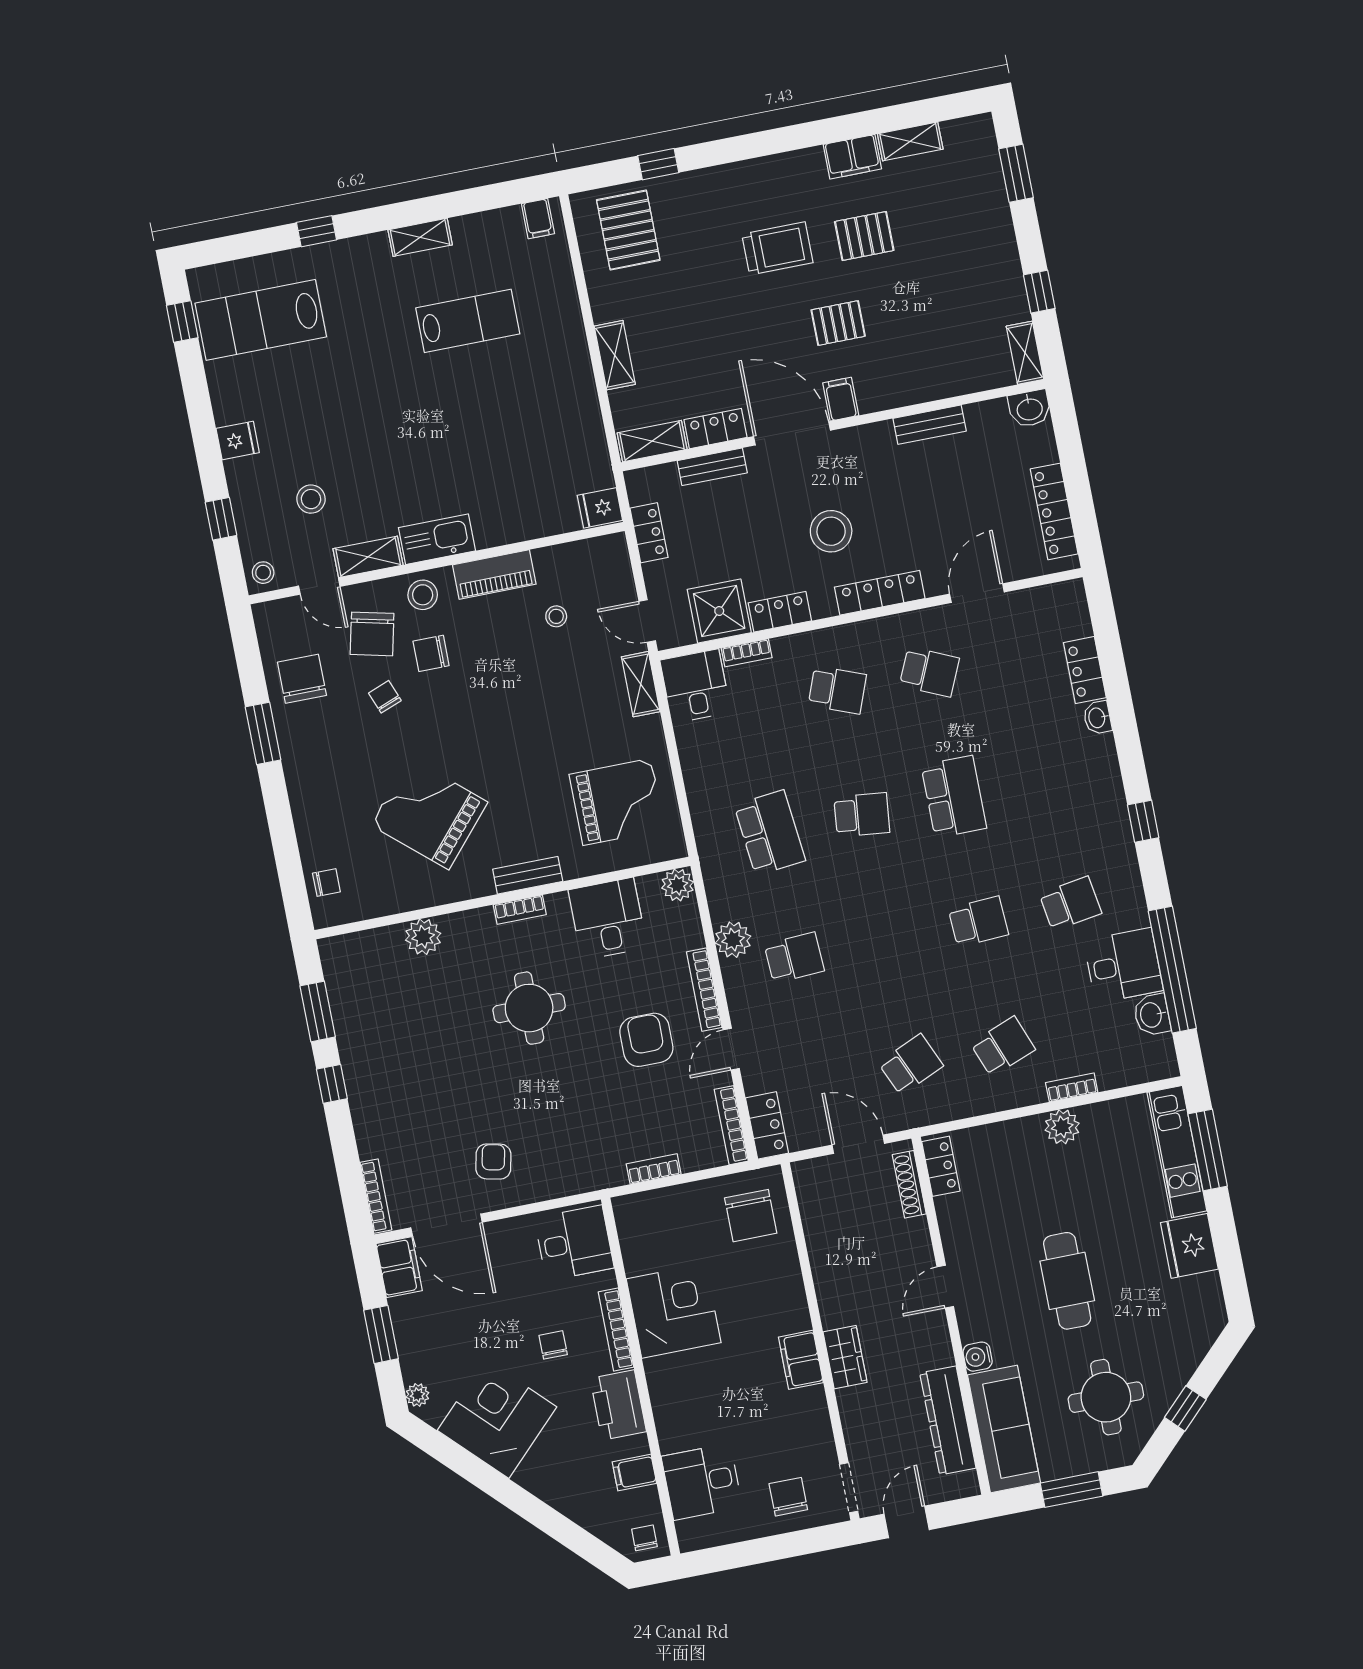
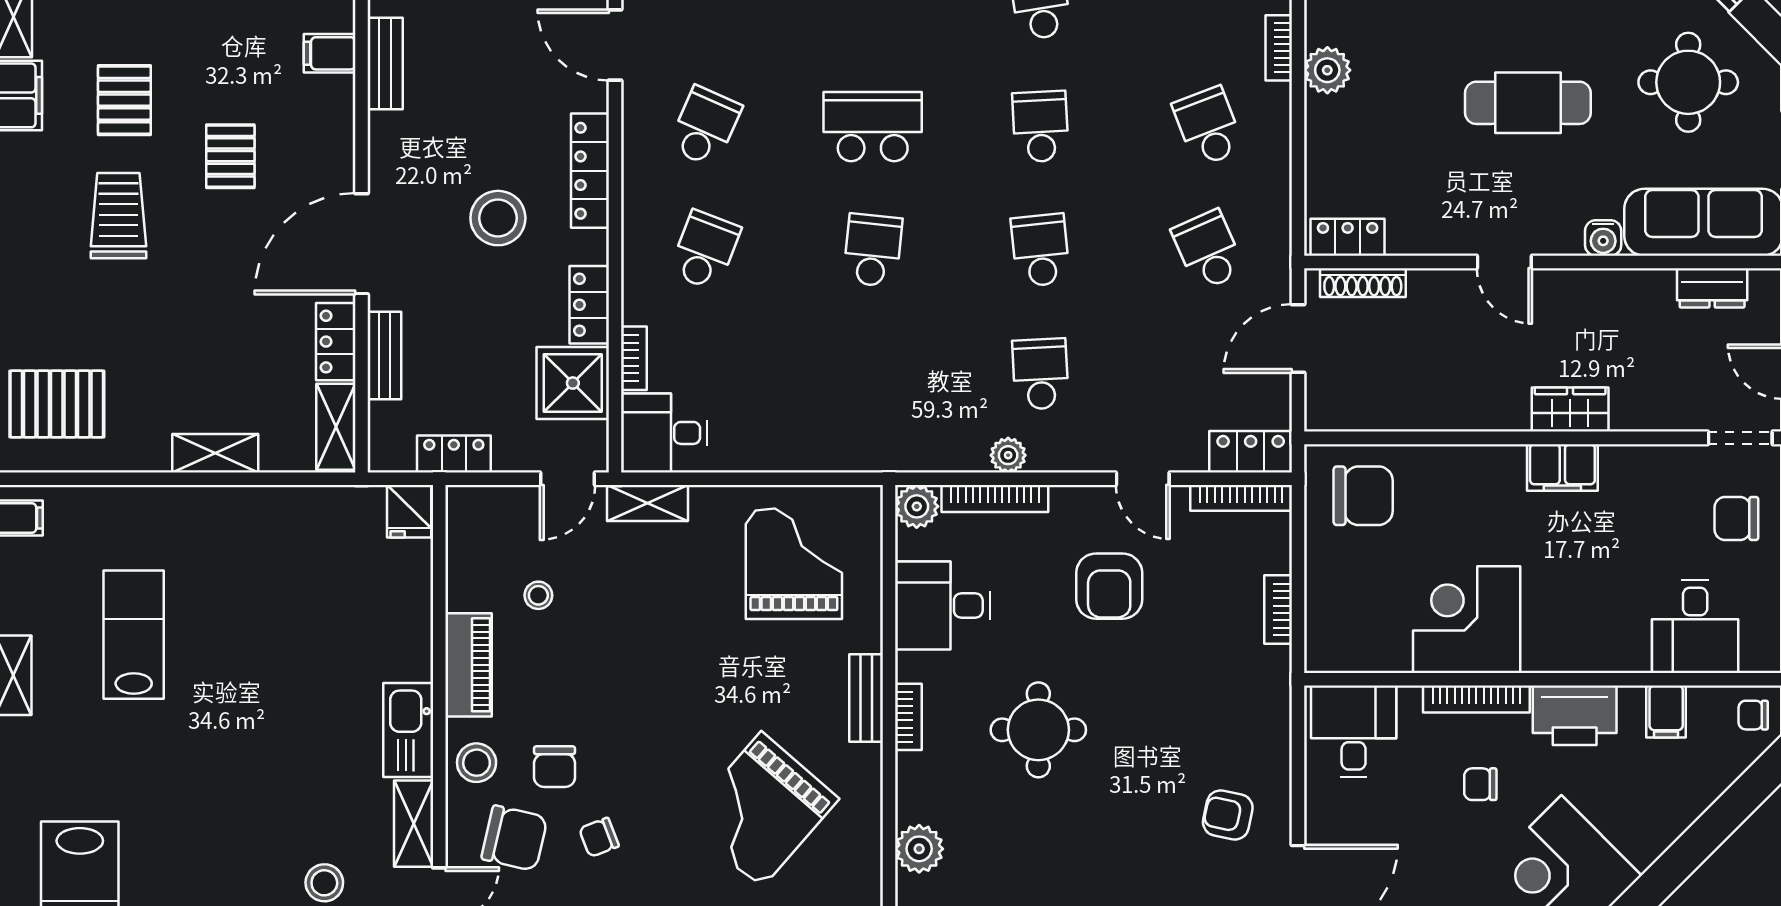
filing cabinet: (841, 399) -> (330, 53), moved
school desk: (770, 833) -> (1040, 250), moved, width x0.54
plant: (733, 940) -> (1008, 455), width x0.73, depth x0.73
bookcase: (704, 990) -> (995, 499), moved
armchair: (646, 1040) -> (1109, 586), turned -90
dresser: (948, 1421) -> (1712, 288), width x0.51, depth x0.80

